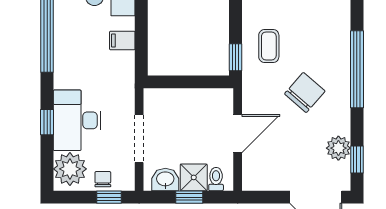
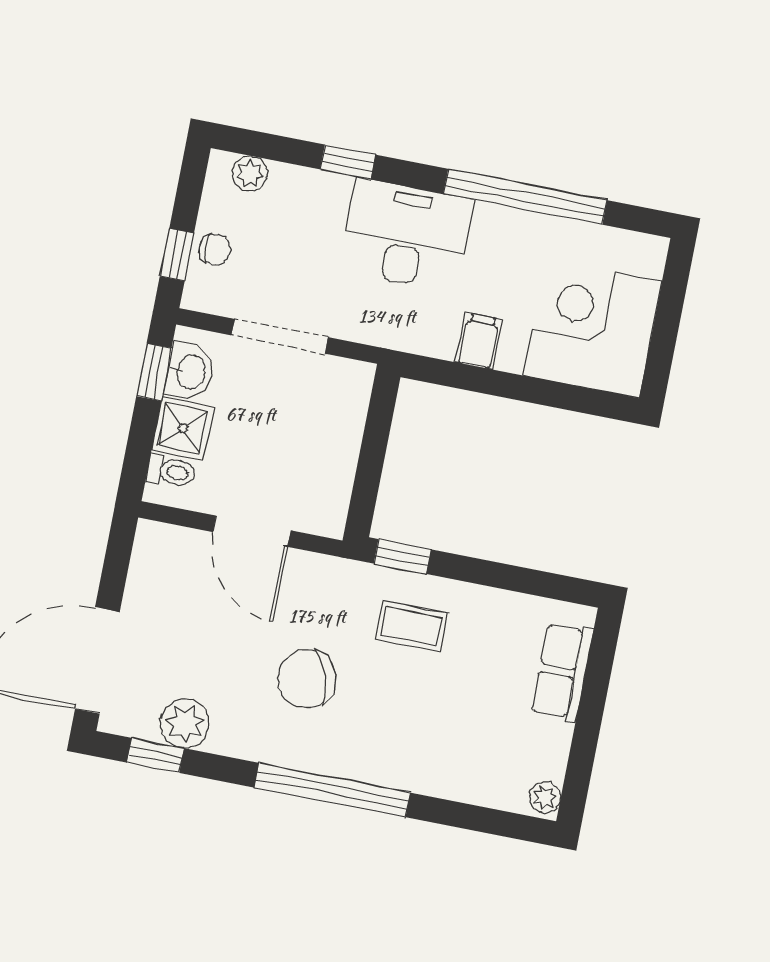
chair: (305, 92) -> (307, 679), turned 120
desk: (77, 120) -> (406, 235), moved
plant: (70, 169) -> (250, 174), width x0.53, depth x0.53
window: (189, 197) -> (154, 372), moved

